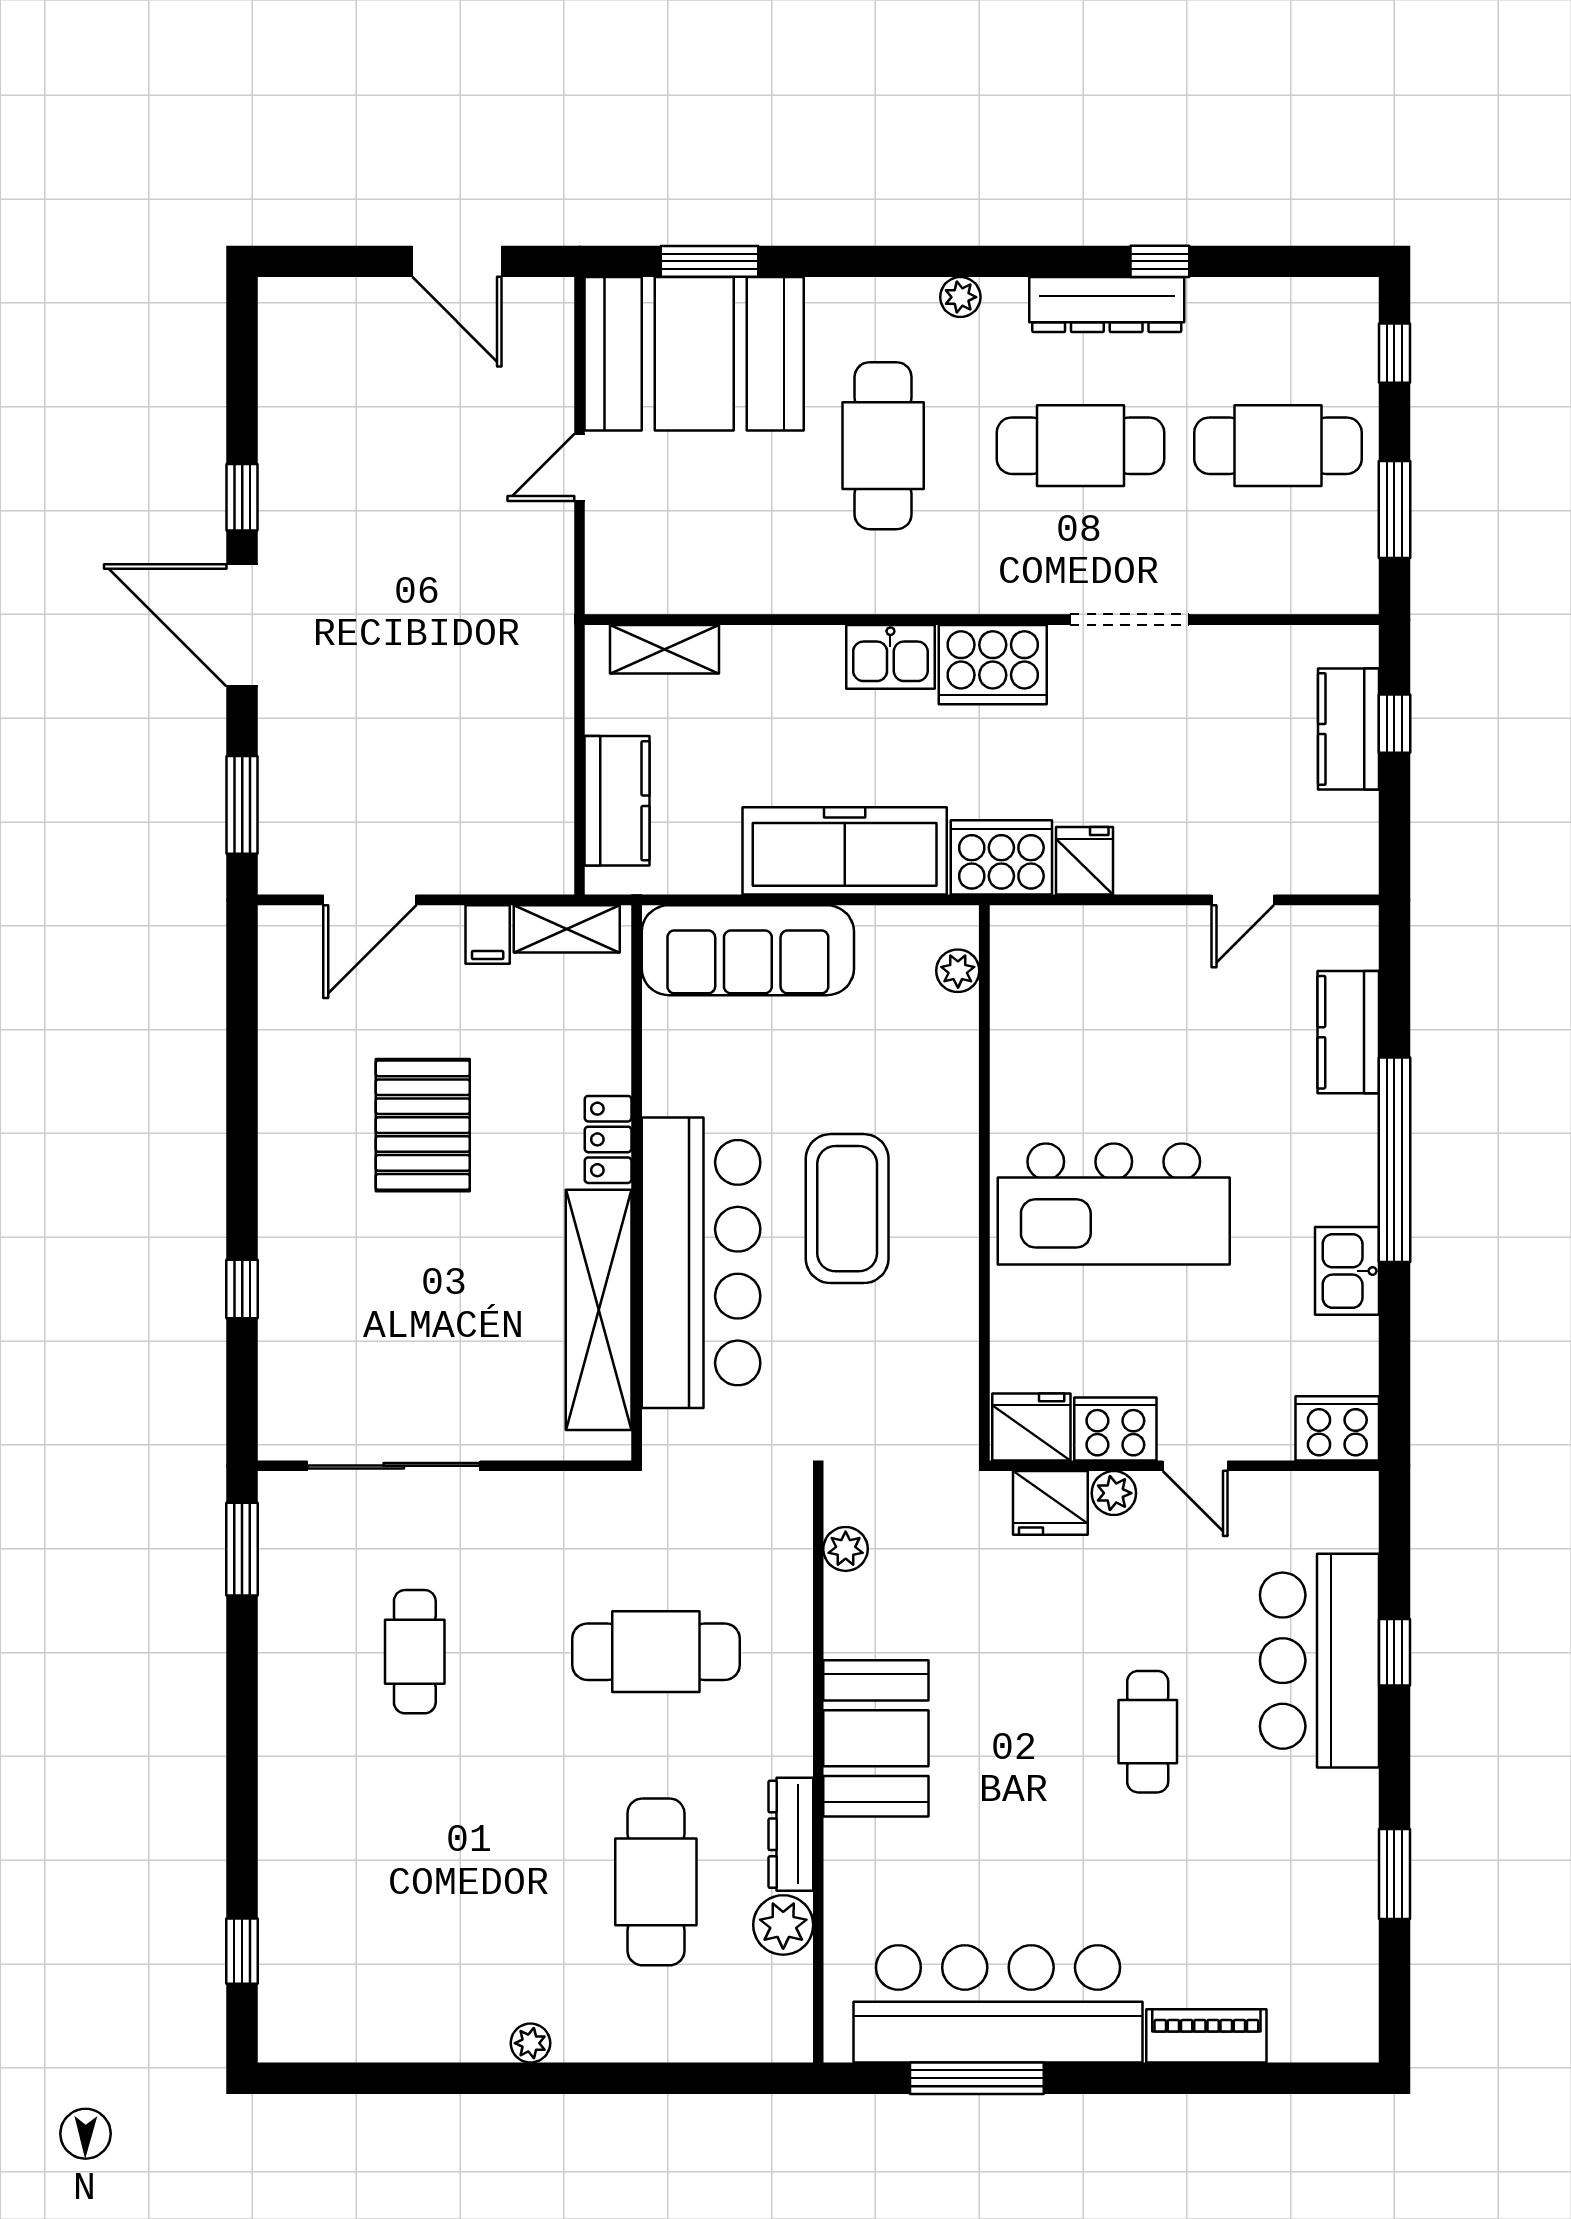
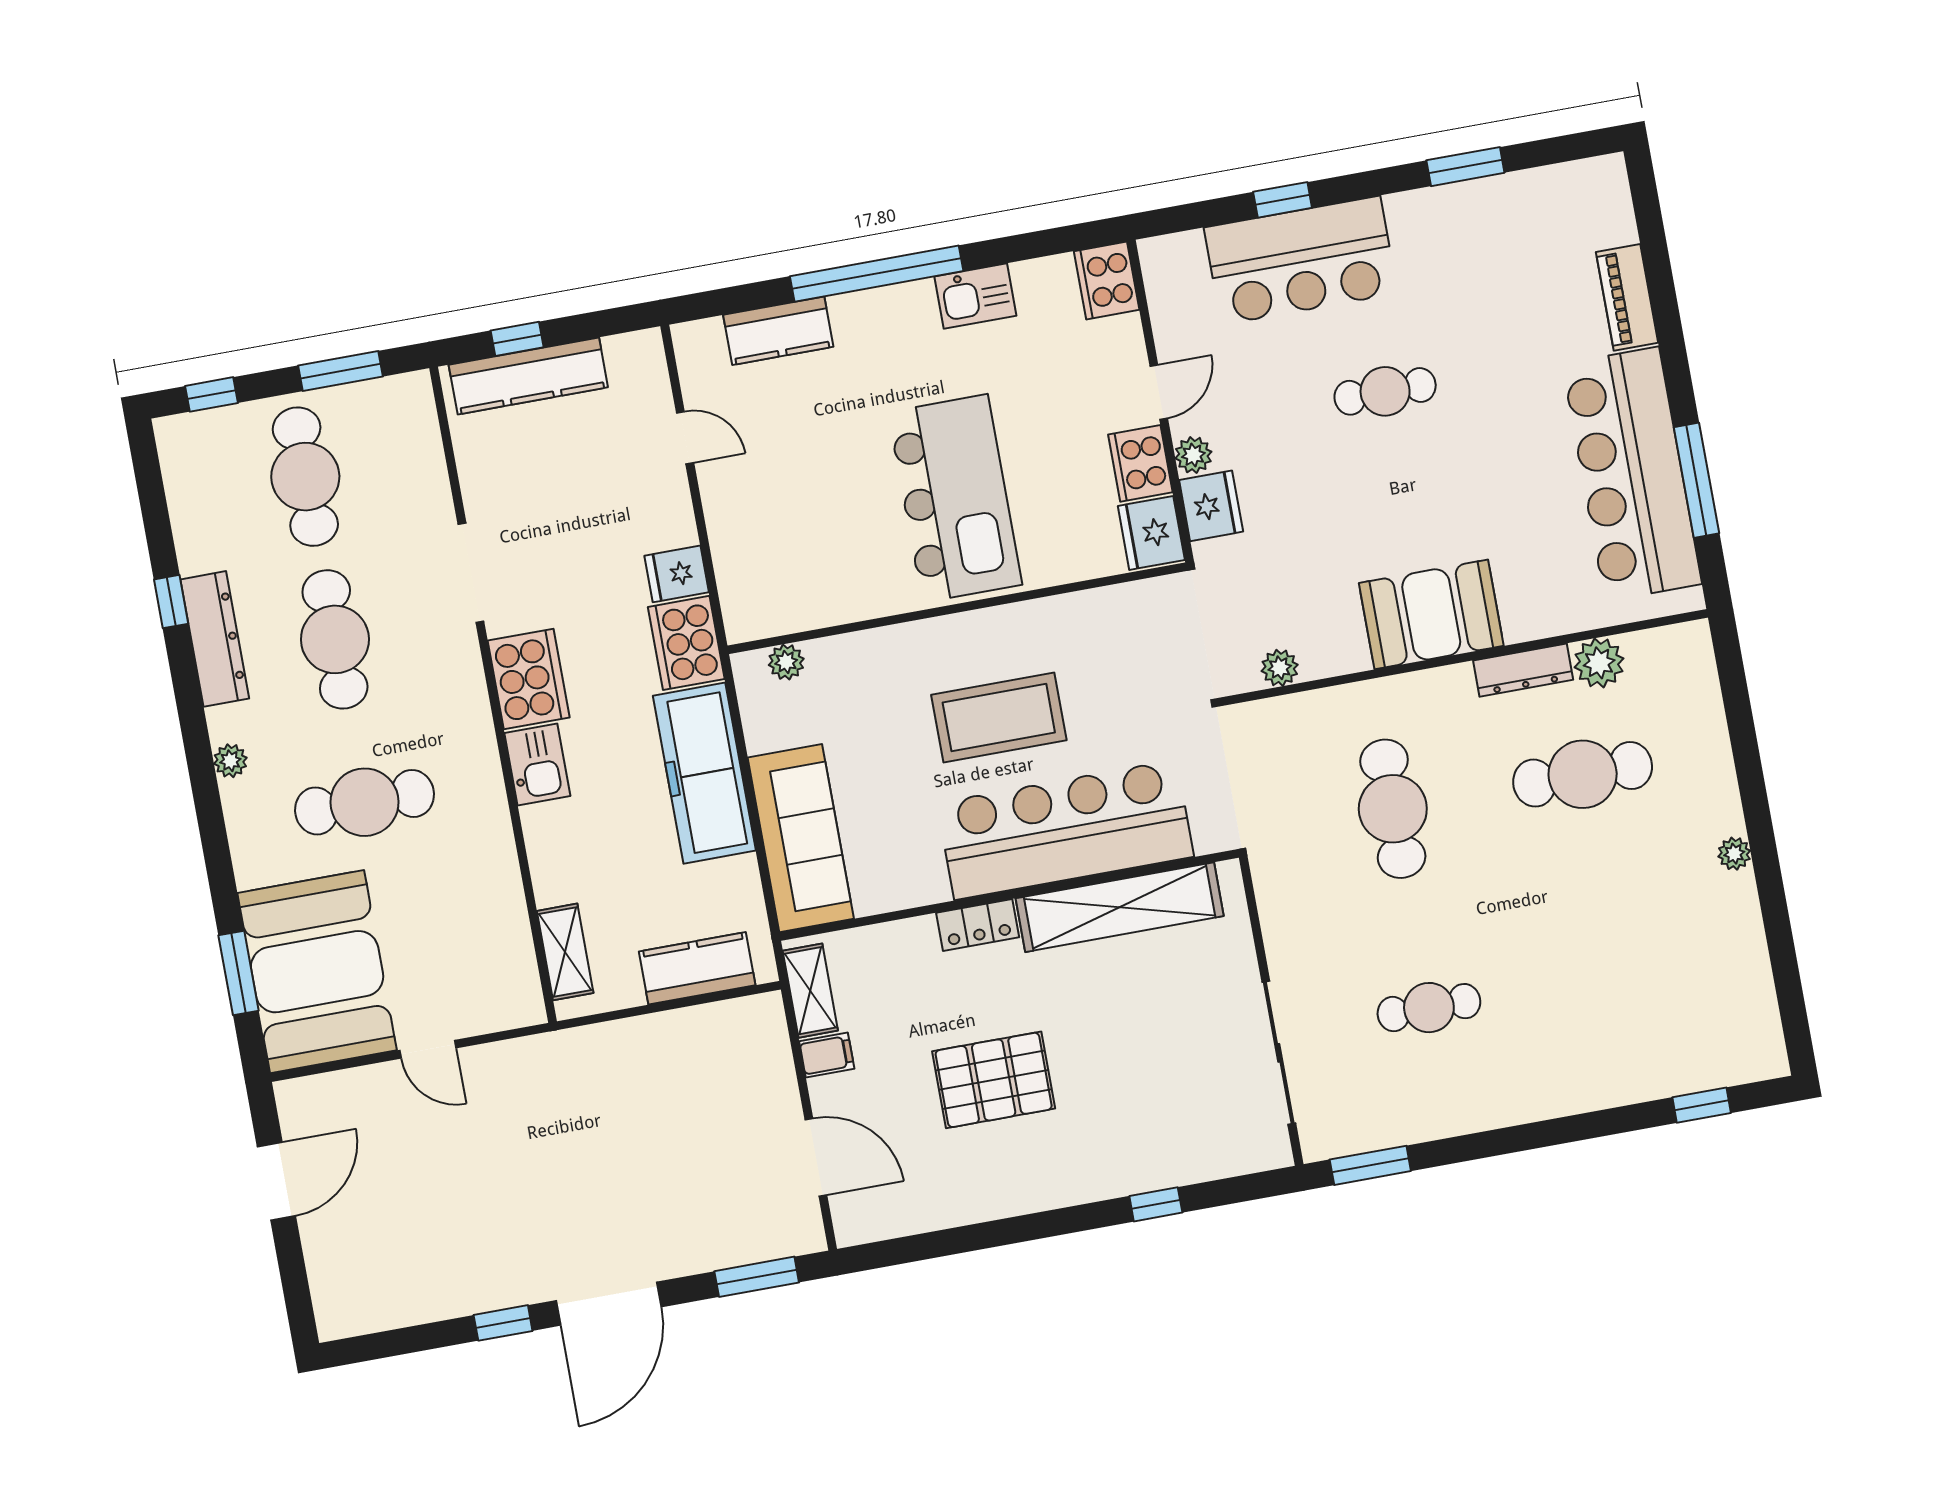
kitchen counter: (1349, 729) -> (528, 376), width x1.50

